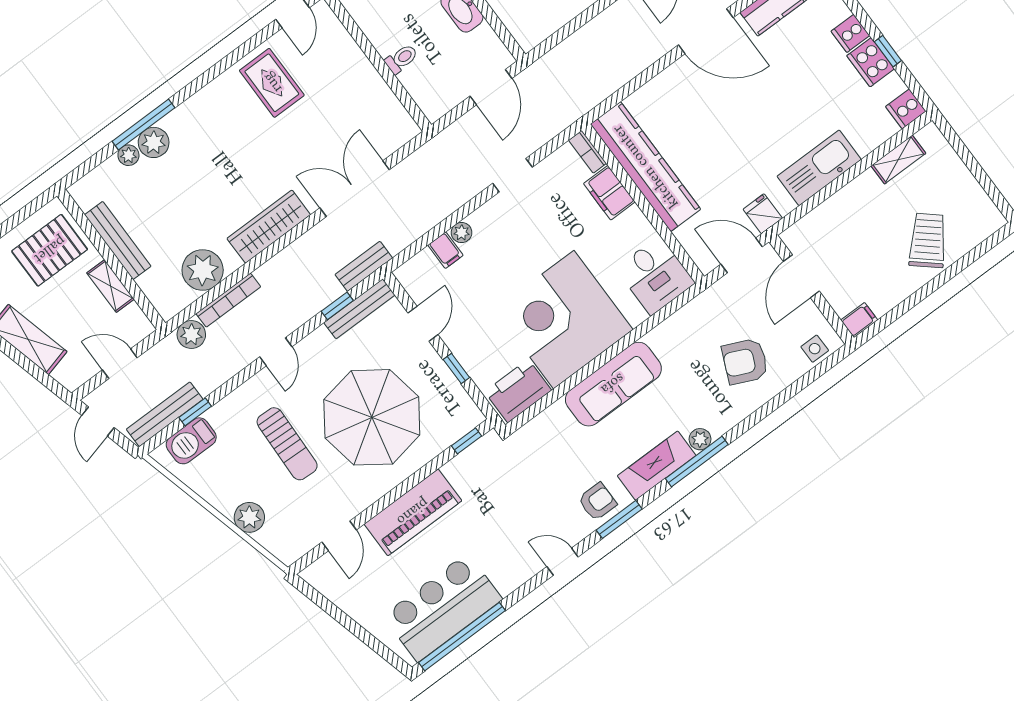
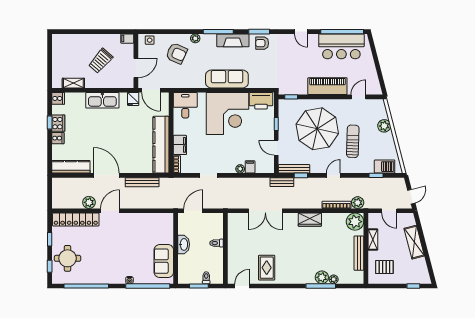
wardrobe: (269, 227) -> (310, 220), width x0.67
trolley: (928, 240) -> (101, 61), moved
pallet: (50, 250) -> (384, 267), width x0.67, depth x0.71
plant: (203, 270) -> (355, 222), moved
door: (423, 324) -> (276, 148), hinge flipped
bench: (165, 414) -> (142, 182), moved
plant: (700, 439) -> (195, 38), moved
door: (562, 562) -> (301, 32), moved

